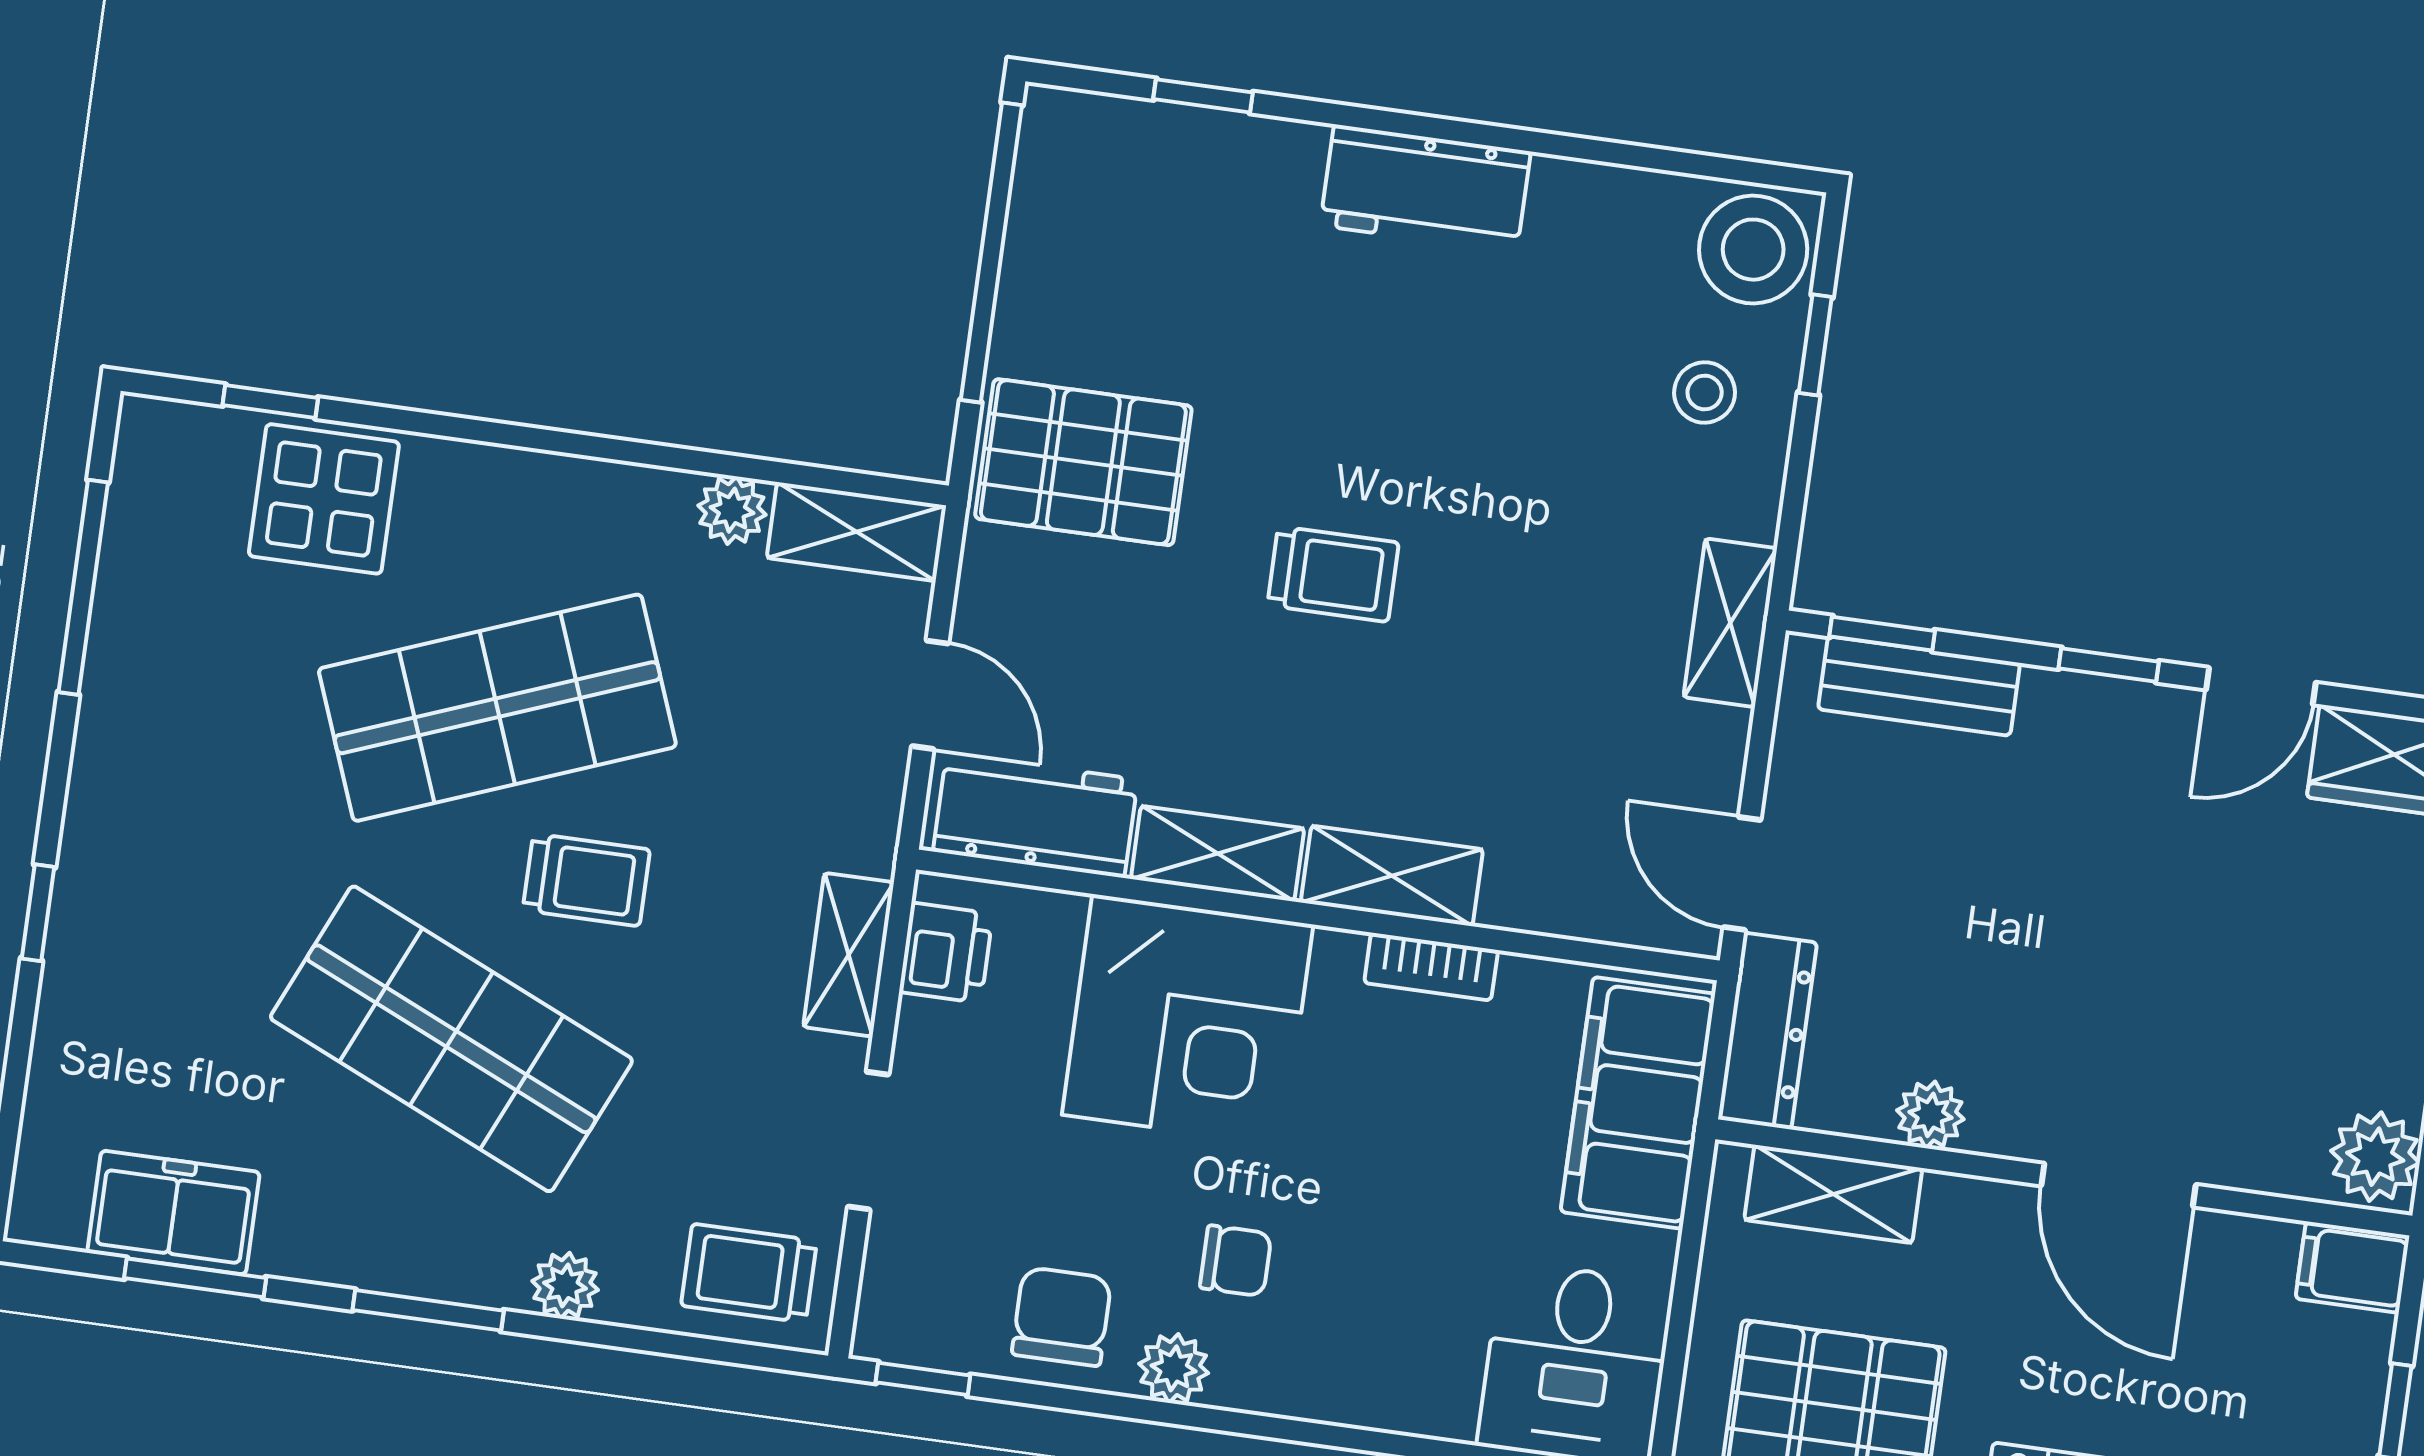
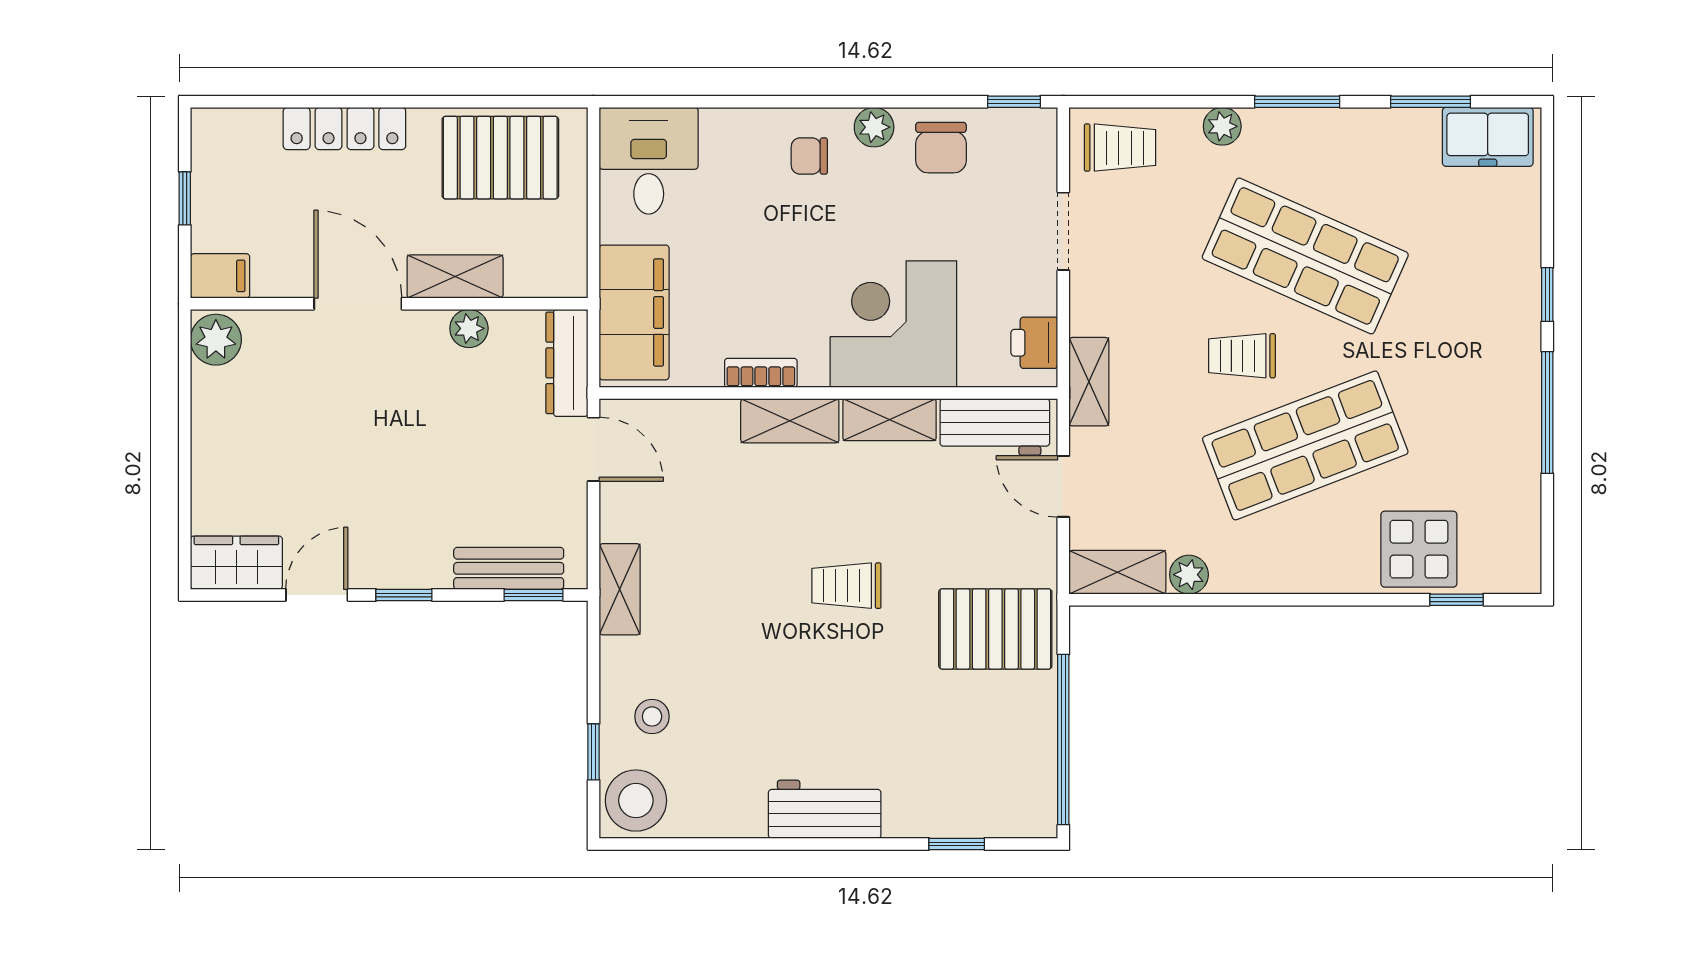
window: (83, 587) -> (1547, 412), moved
shelving: (849, 955) -> (1089, 382), moved
shelving: (1833, 1194) -> (455, 276), moved
freezer: (174, 1212) -> (1488, 137), moved
chair: (1236, 1261) -> (809, 156), moved

